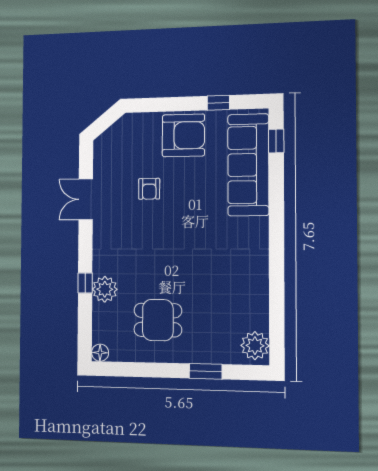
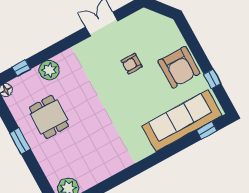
window: (85, 283) -> (21, 68), moved
window: (206, 371) -> (20, 141), moved

